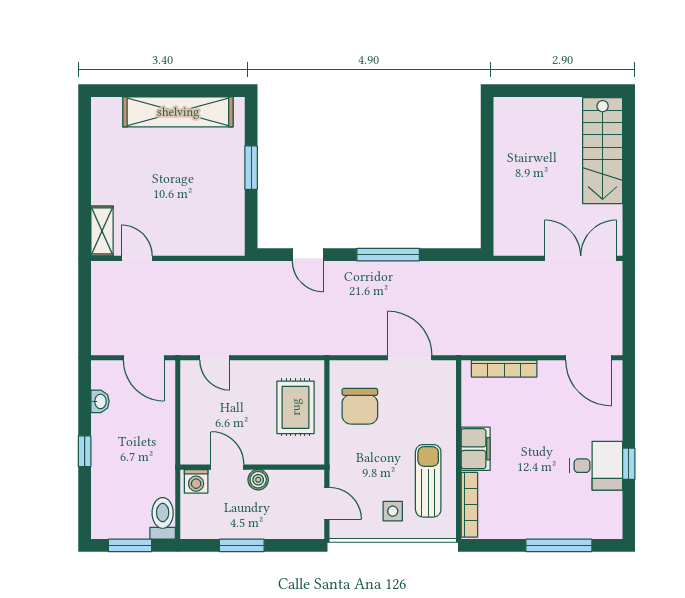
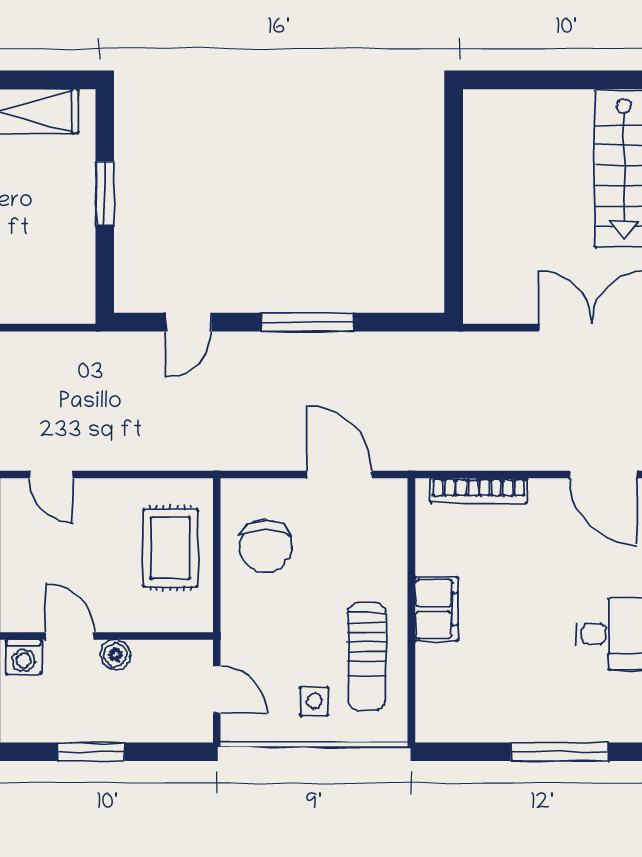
door: (308, 255) -> (189, 322), hinge flipped
sun lounger: (428, 481) -> (367, 656), turned 180
bookcase: (469, 505) -> (427, 692), removed

